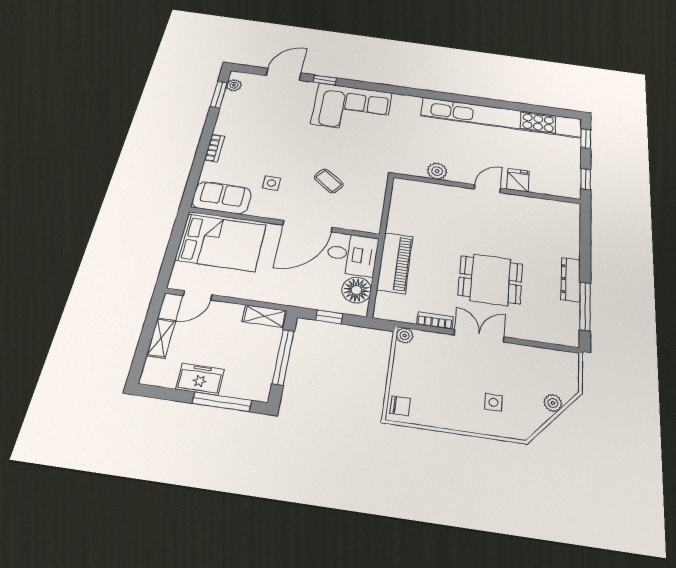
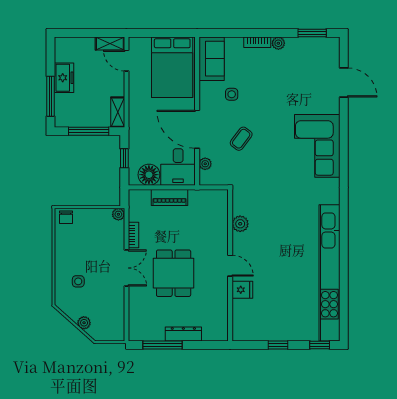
window: (325, 80) -> (344, 118), removed
plant: (234, 85) -> (278, 43), moved
plant: (437, 171) -> (240, 224), moved
fridge: (518, 180) -> (242, 290), moved
wall: (487, 188) -> (230, 265), moved
door: (487, 189) -> (230, 266), moved
plant: (353, 224) -> (205, 164), added
piano: (395, 263) -> (170, 197), width x0.73, depth x0.75
shelving: (161, 338) -> (110, 43), moved

